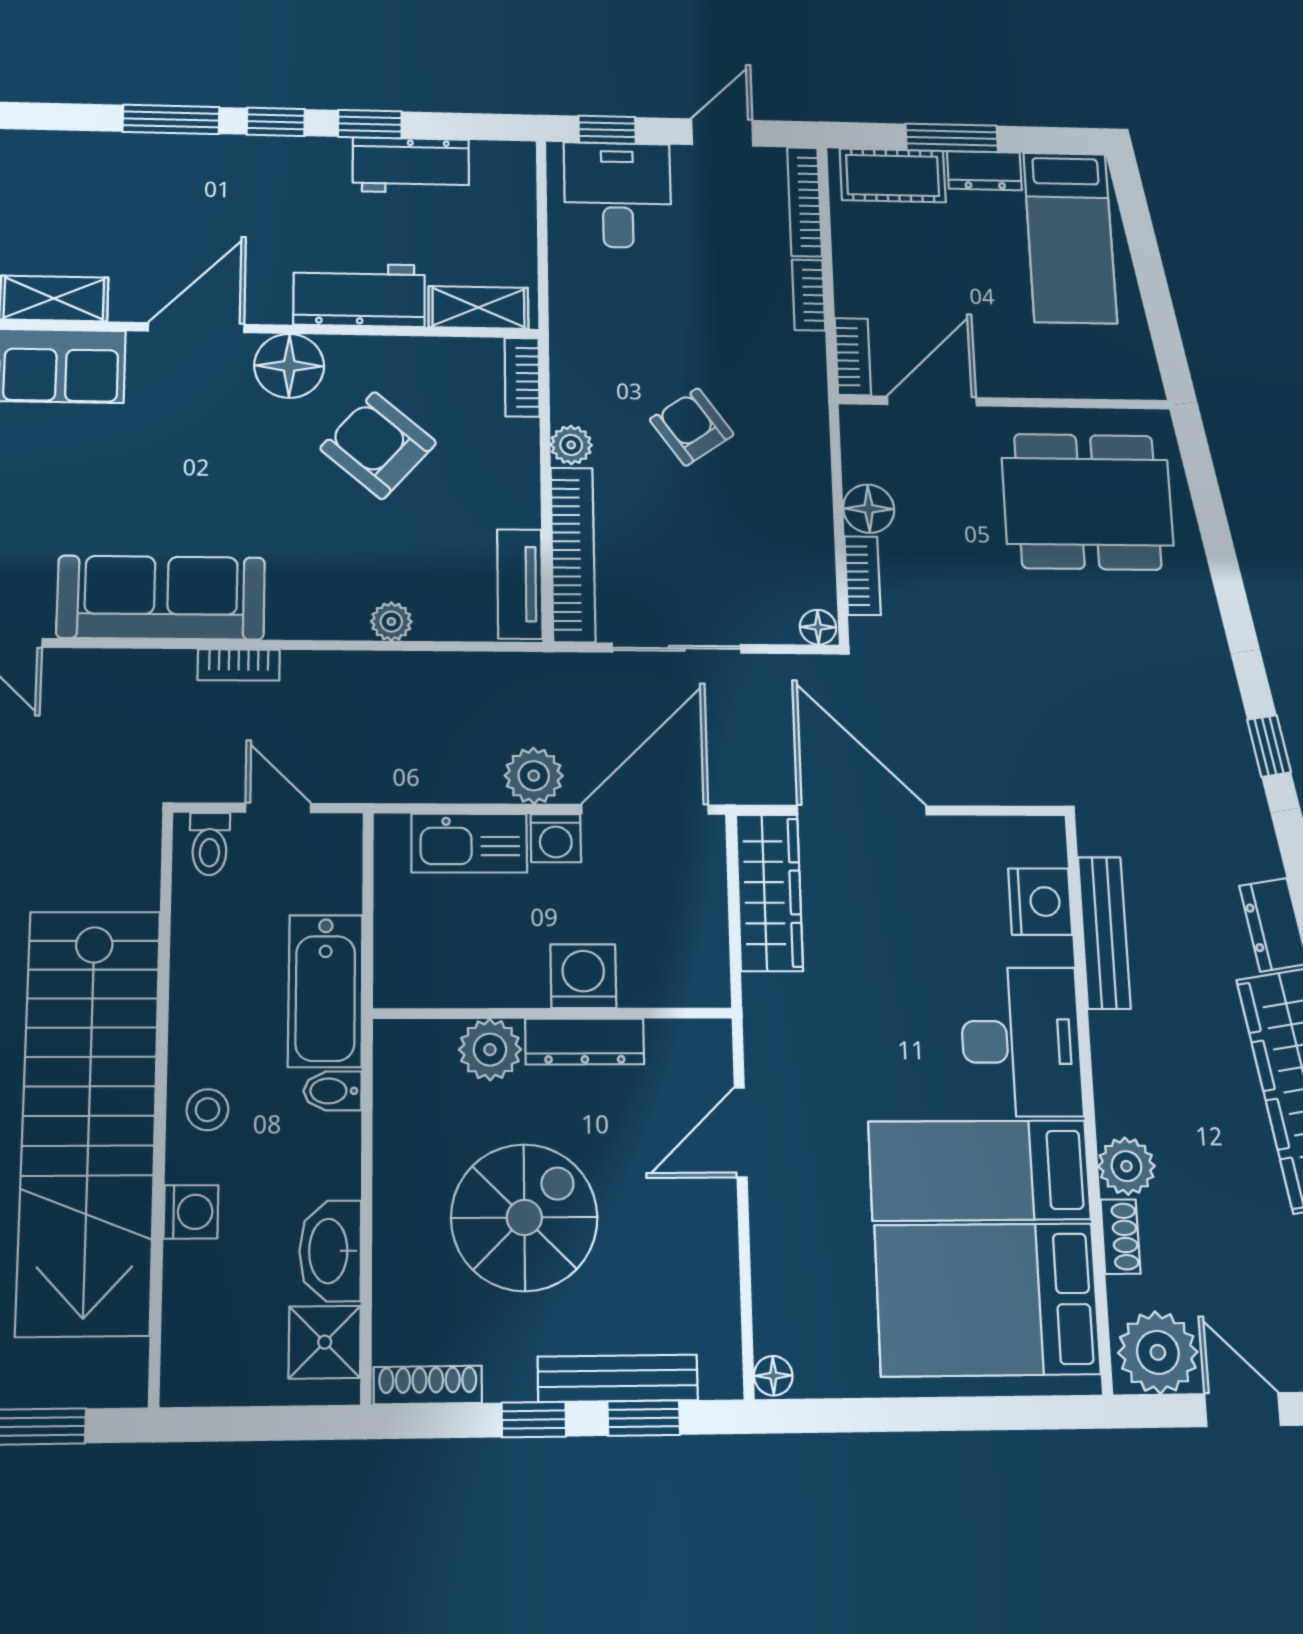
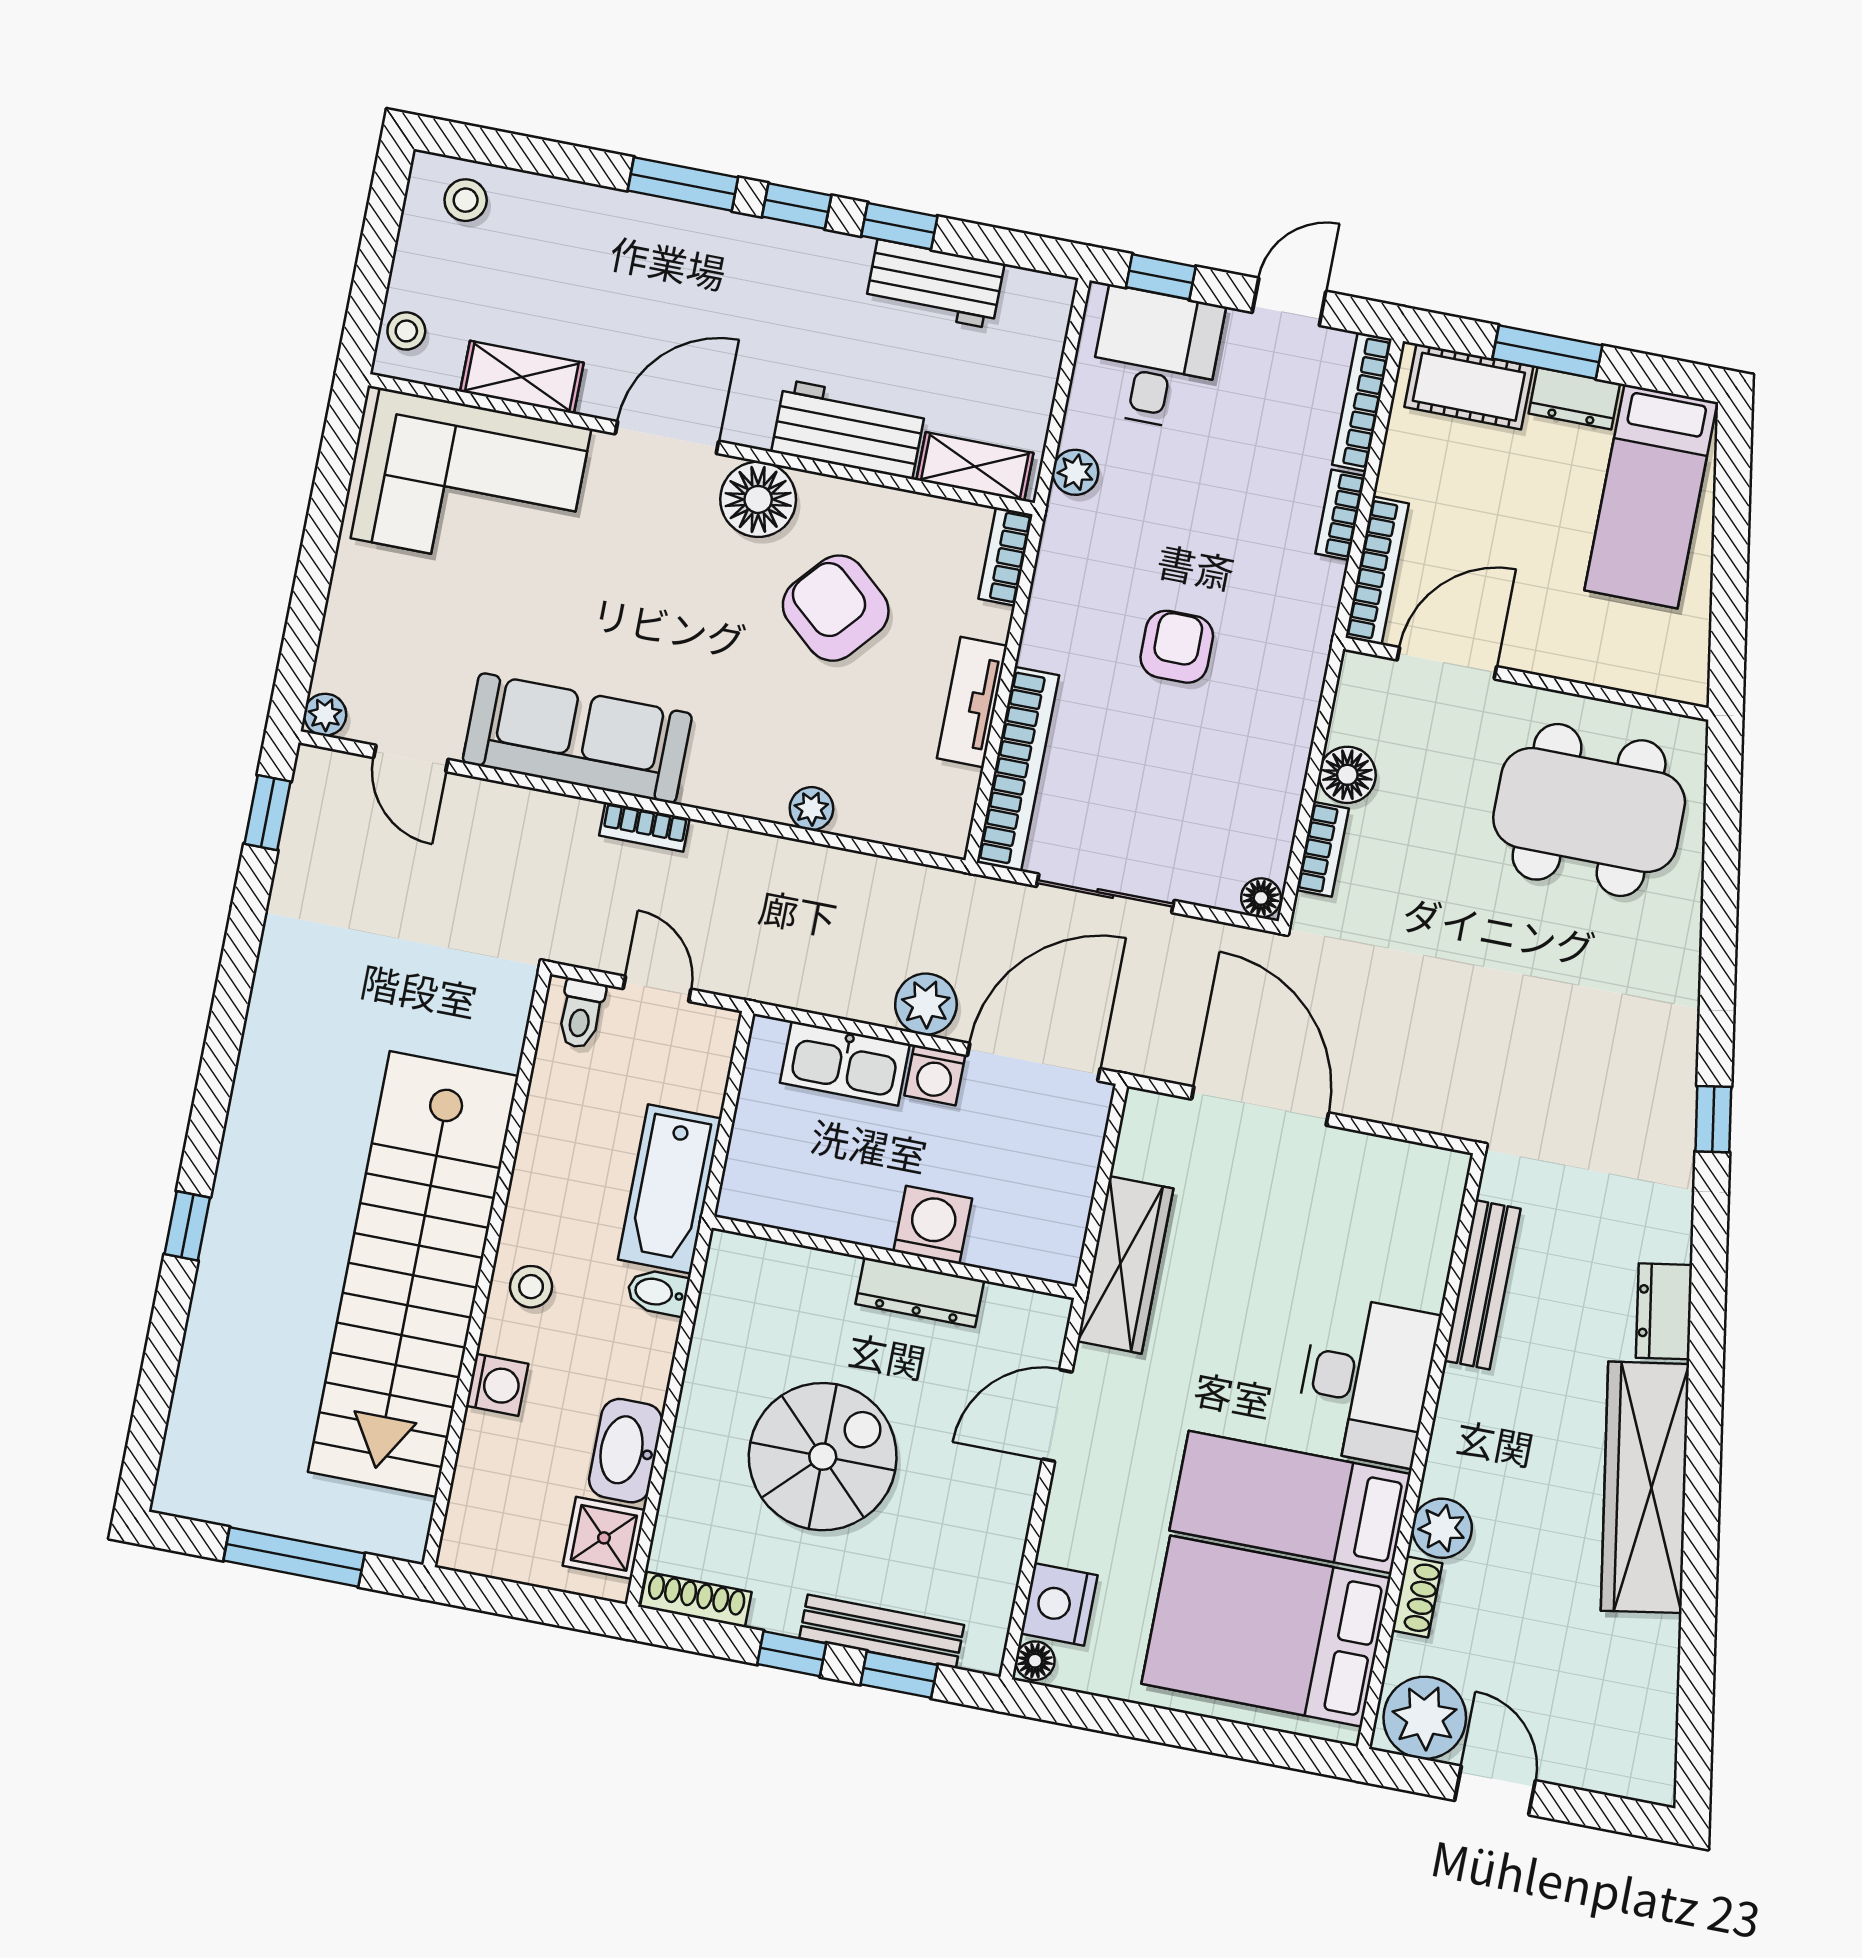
bookcase: (853, 357) -> (1377, 571), width x1.56
armchair: (692, 427) -> (1177, 647), turned 35
plant: (571, 445) -> (1075, 472), moved
tv unit: (520, 584) -> (972, 702), moved
wardrobe: (769, 892) -> (1125, 1265), moved
nightstand: (1040, 902) -> (1059, 1604), moved, turned 180
plant: (490, 1050) -> (823, 1282), removed

